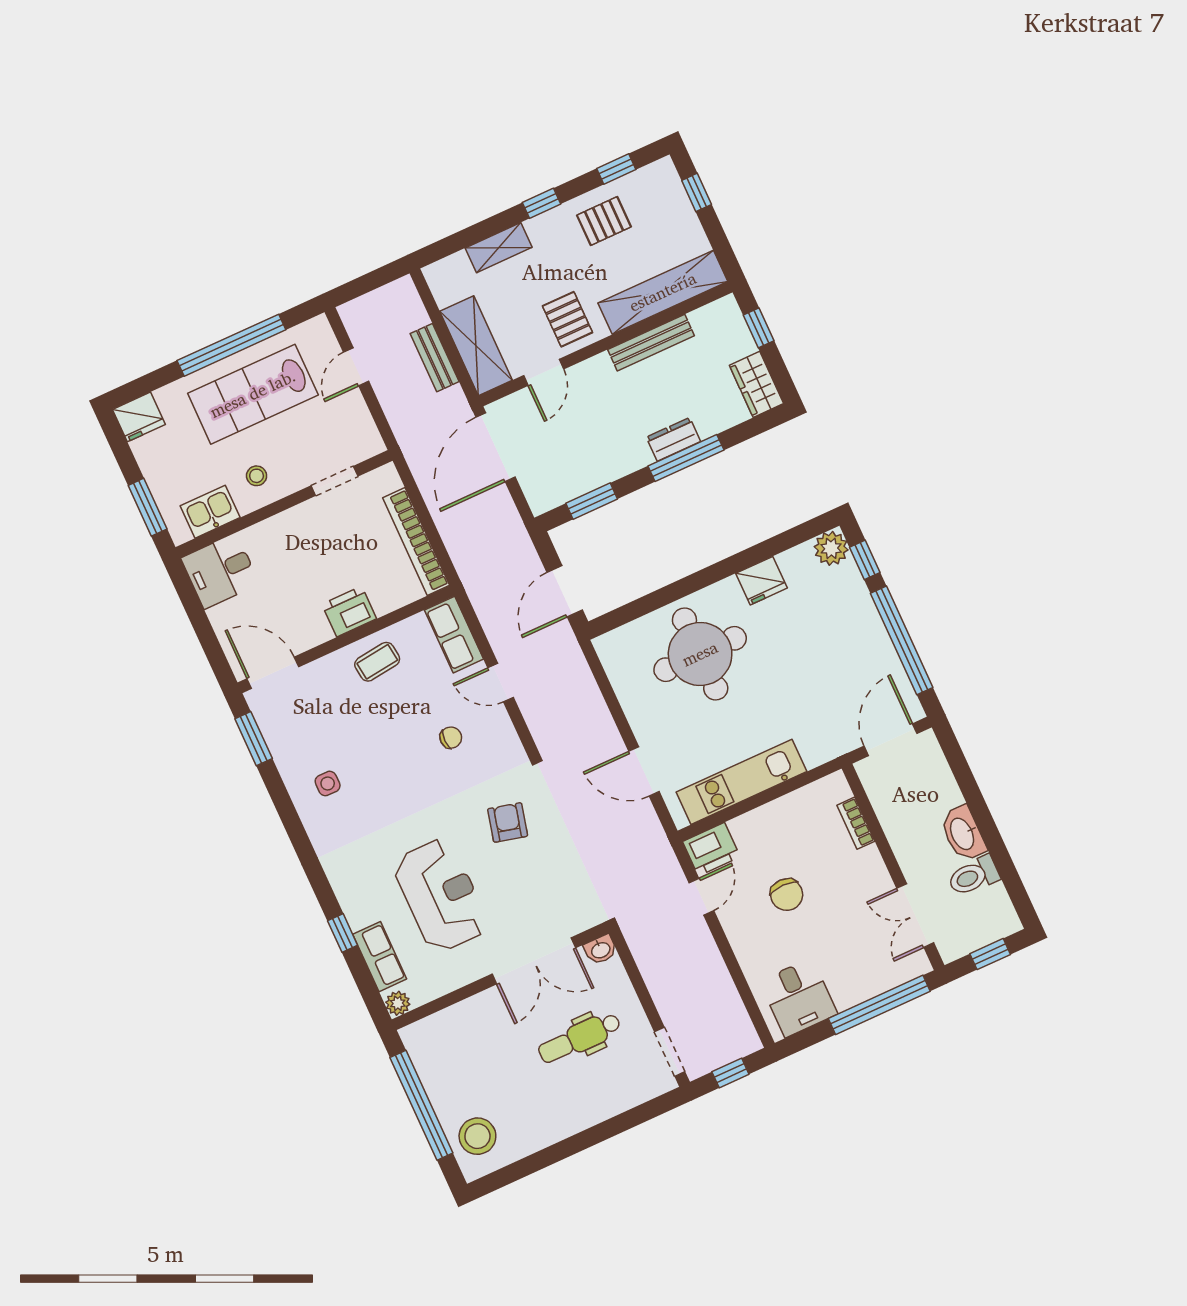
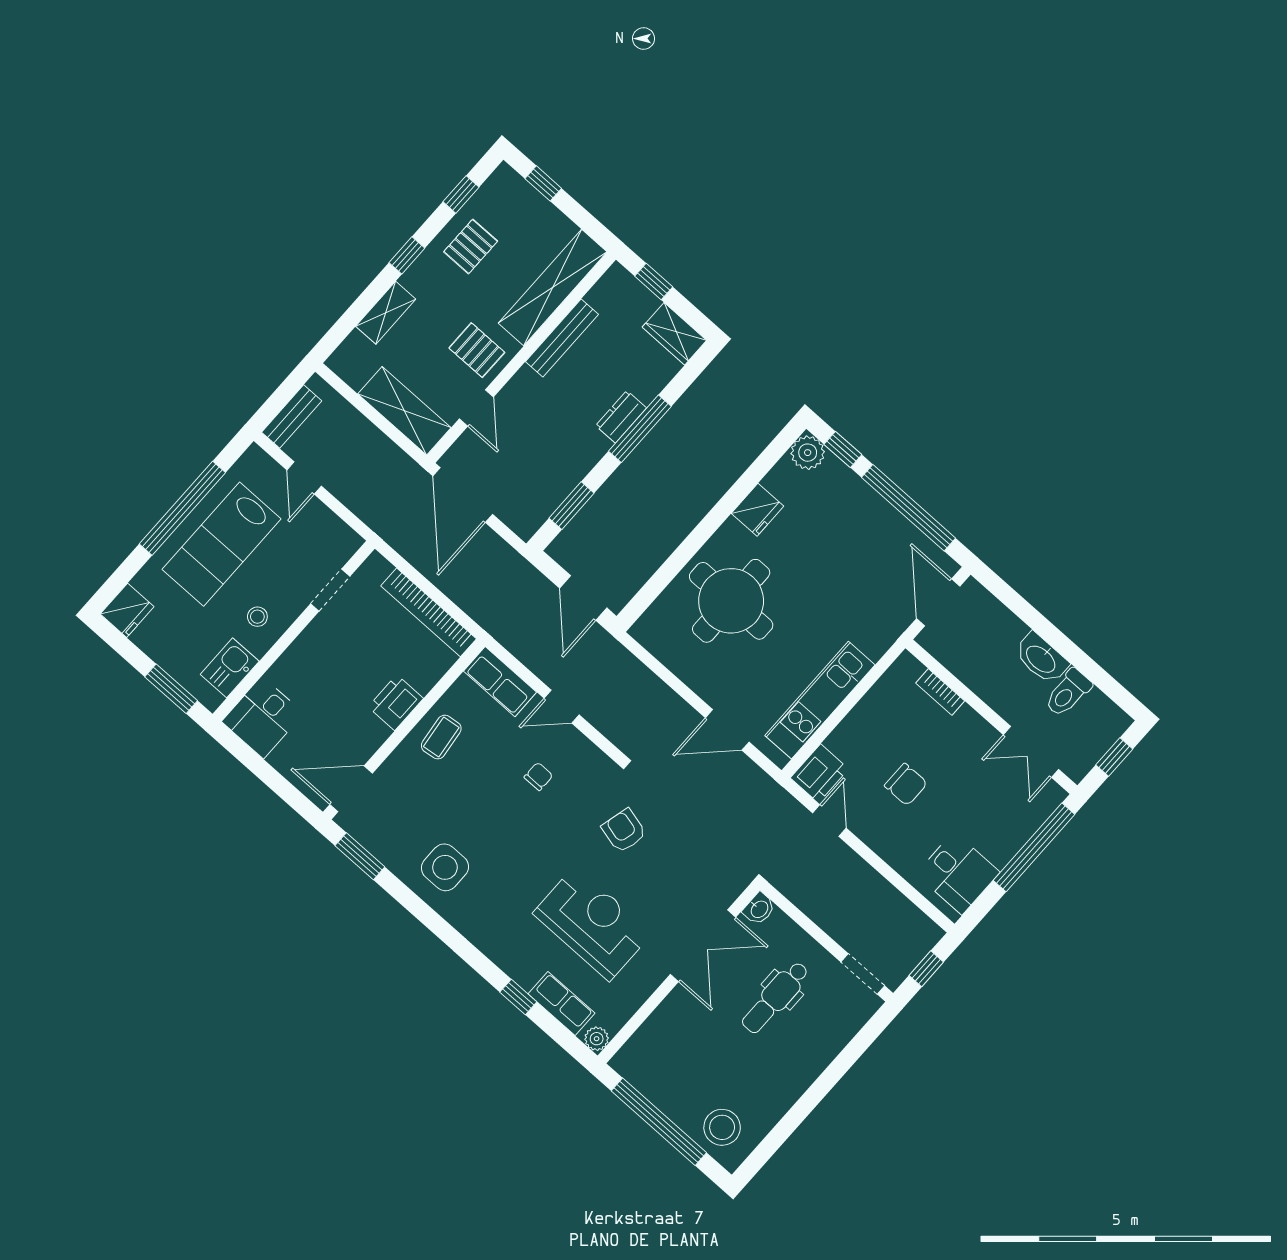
bench: (435, 358) -> (292, 417), moved, turned 90
side table: (328, 783) -> (445, 867), width x1.87, depth x1.87

